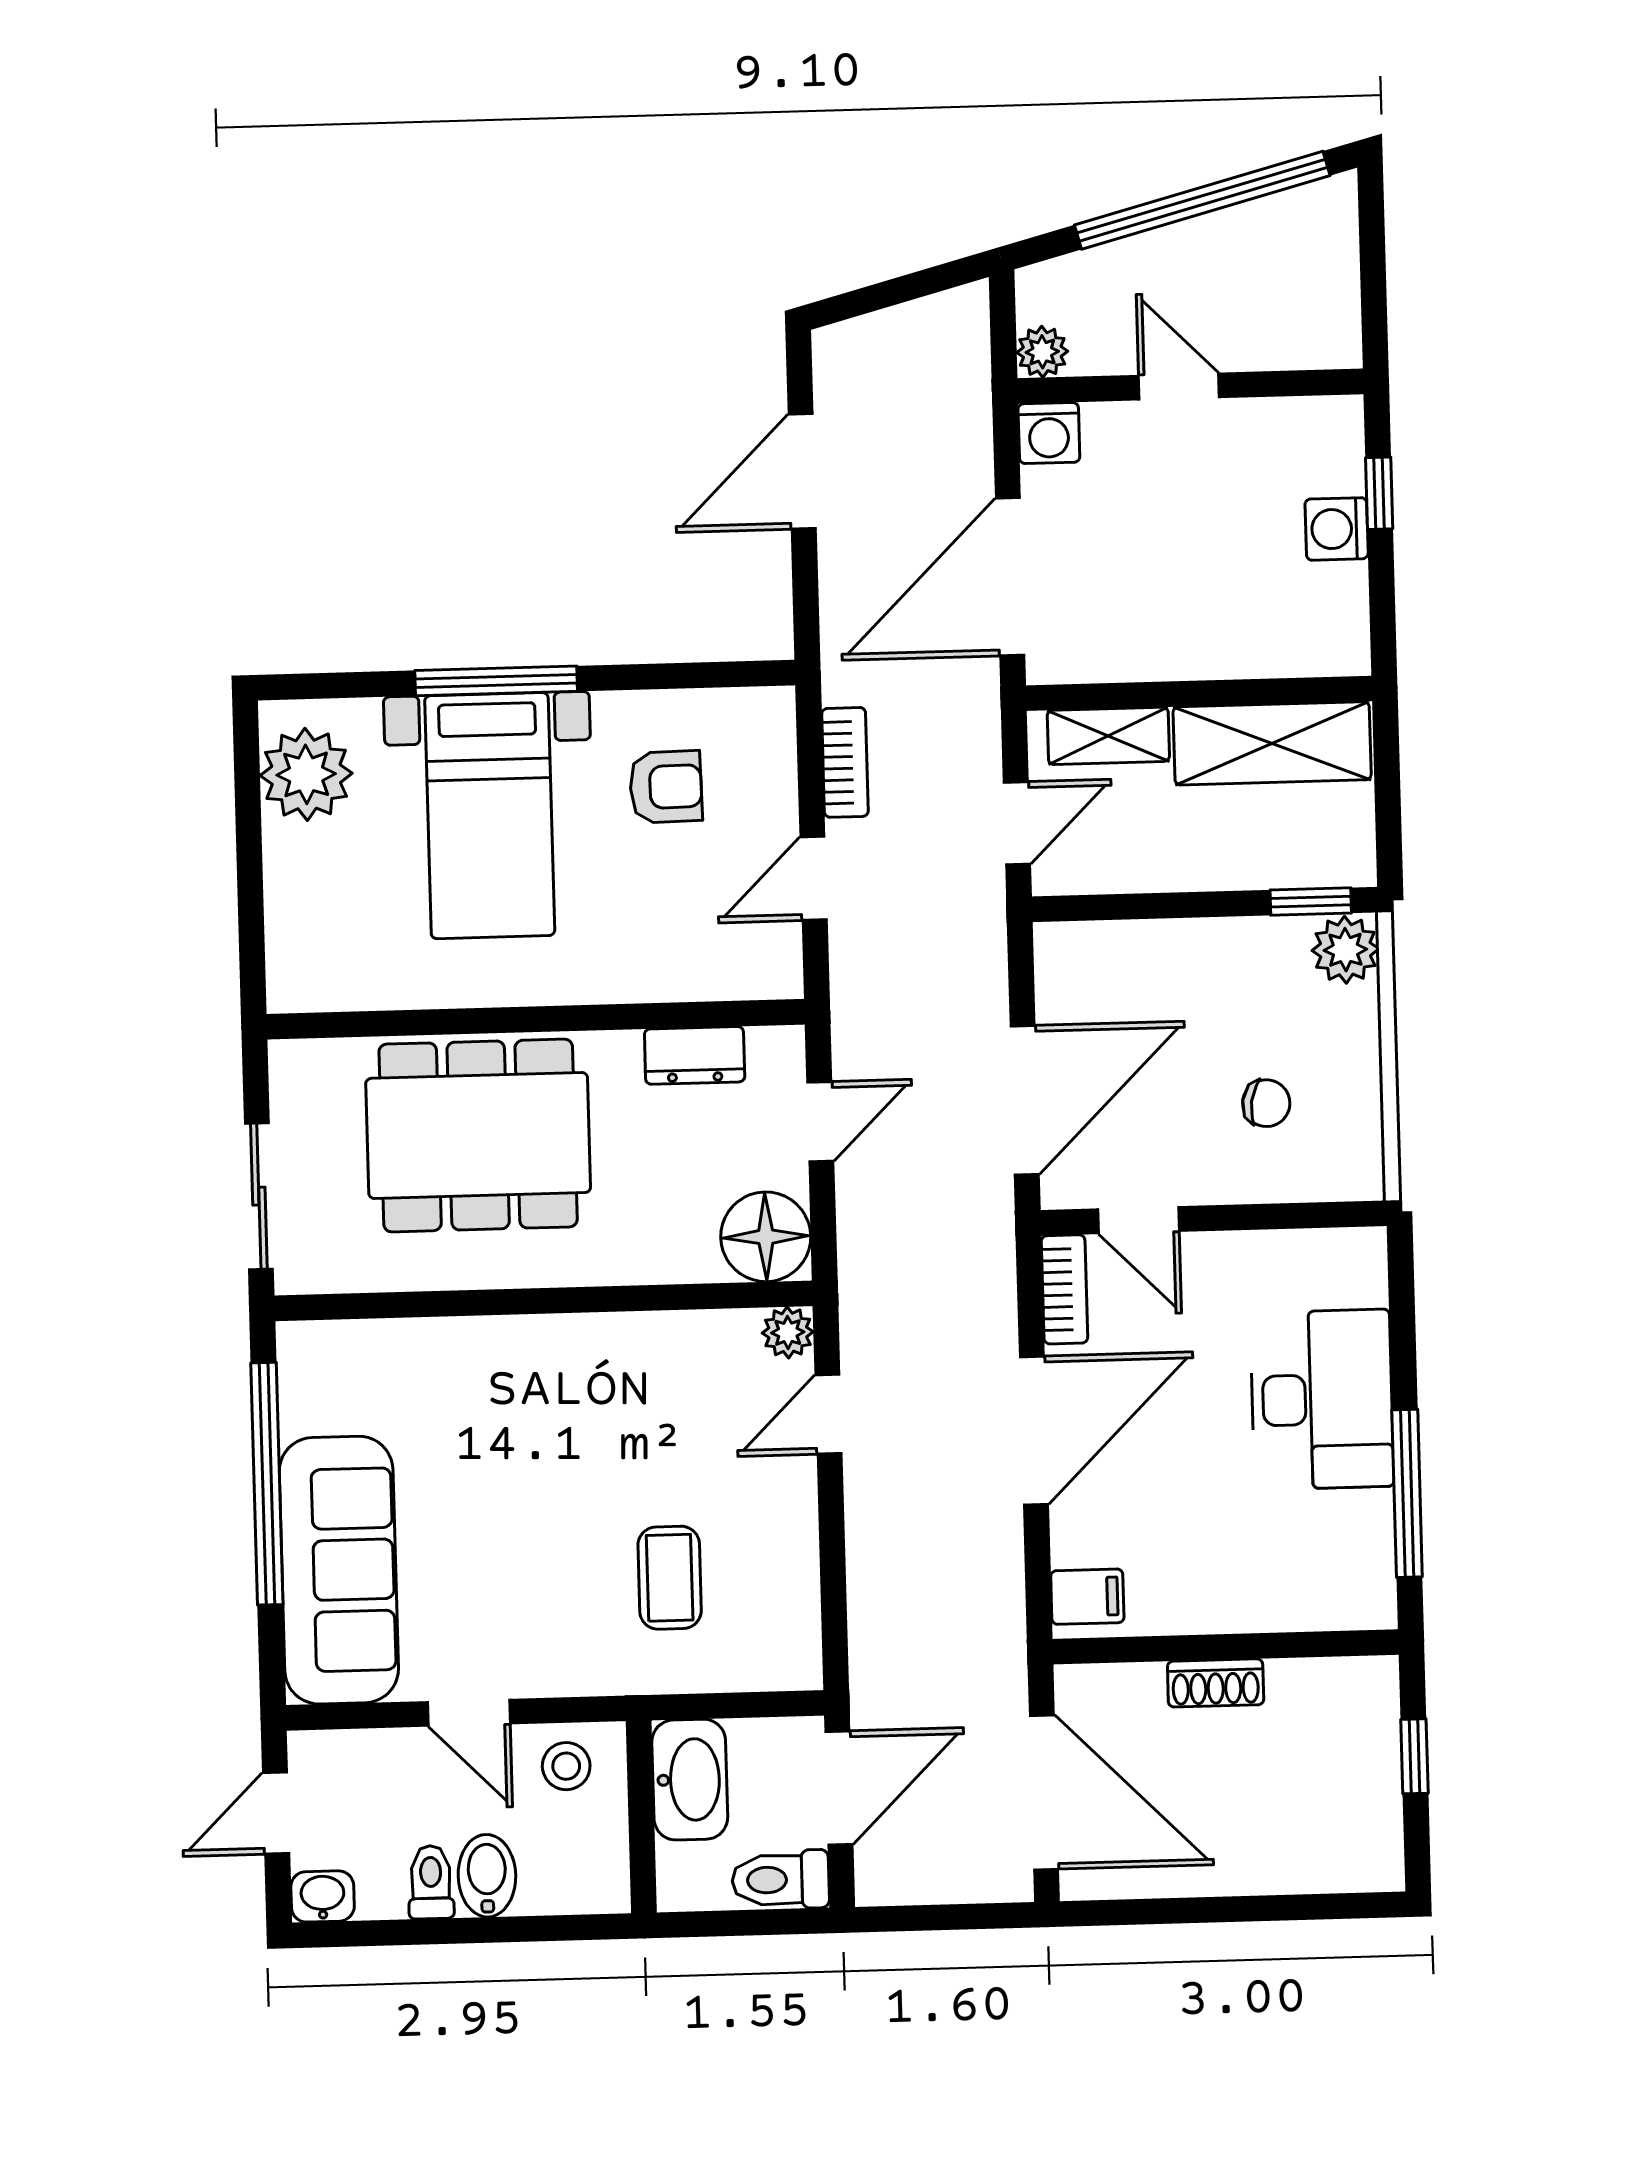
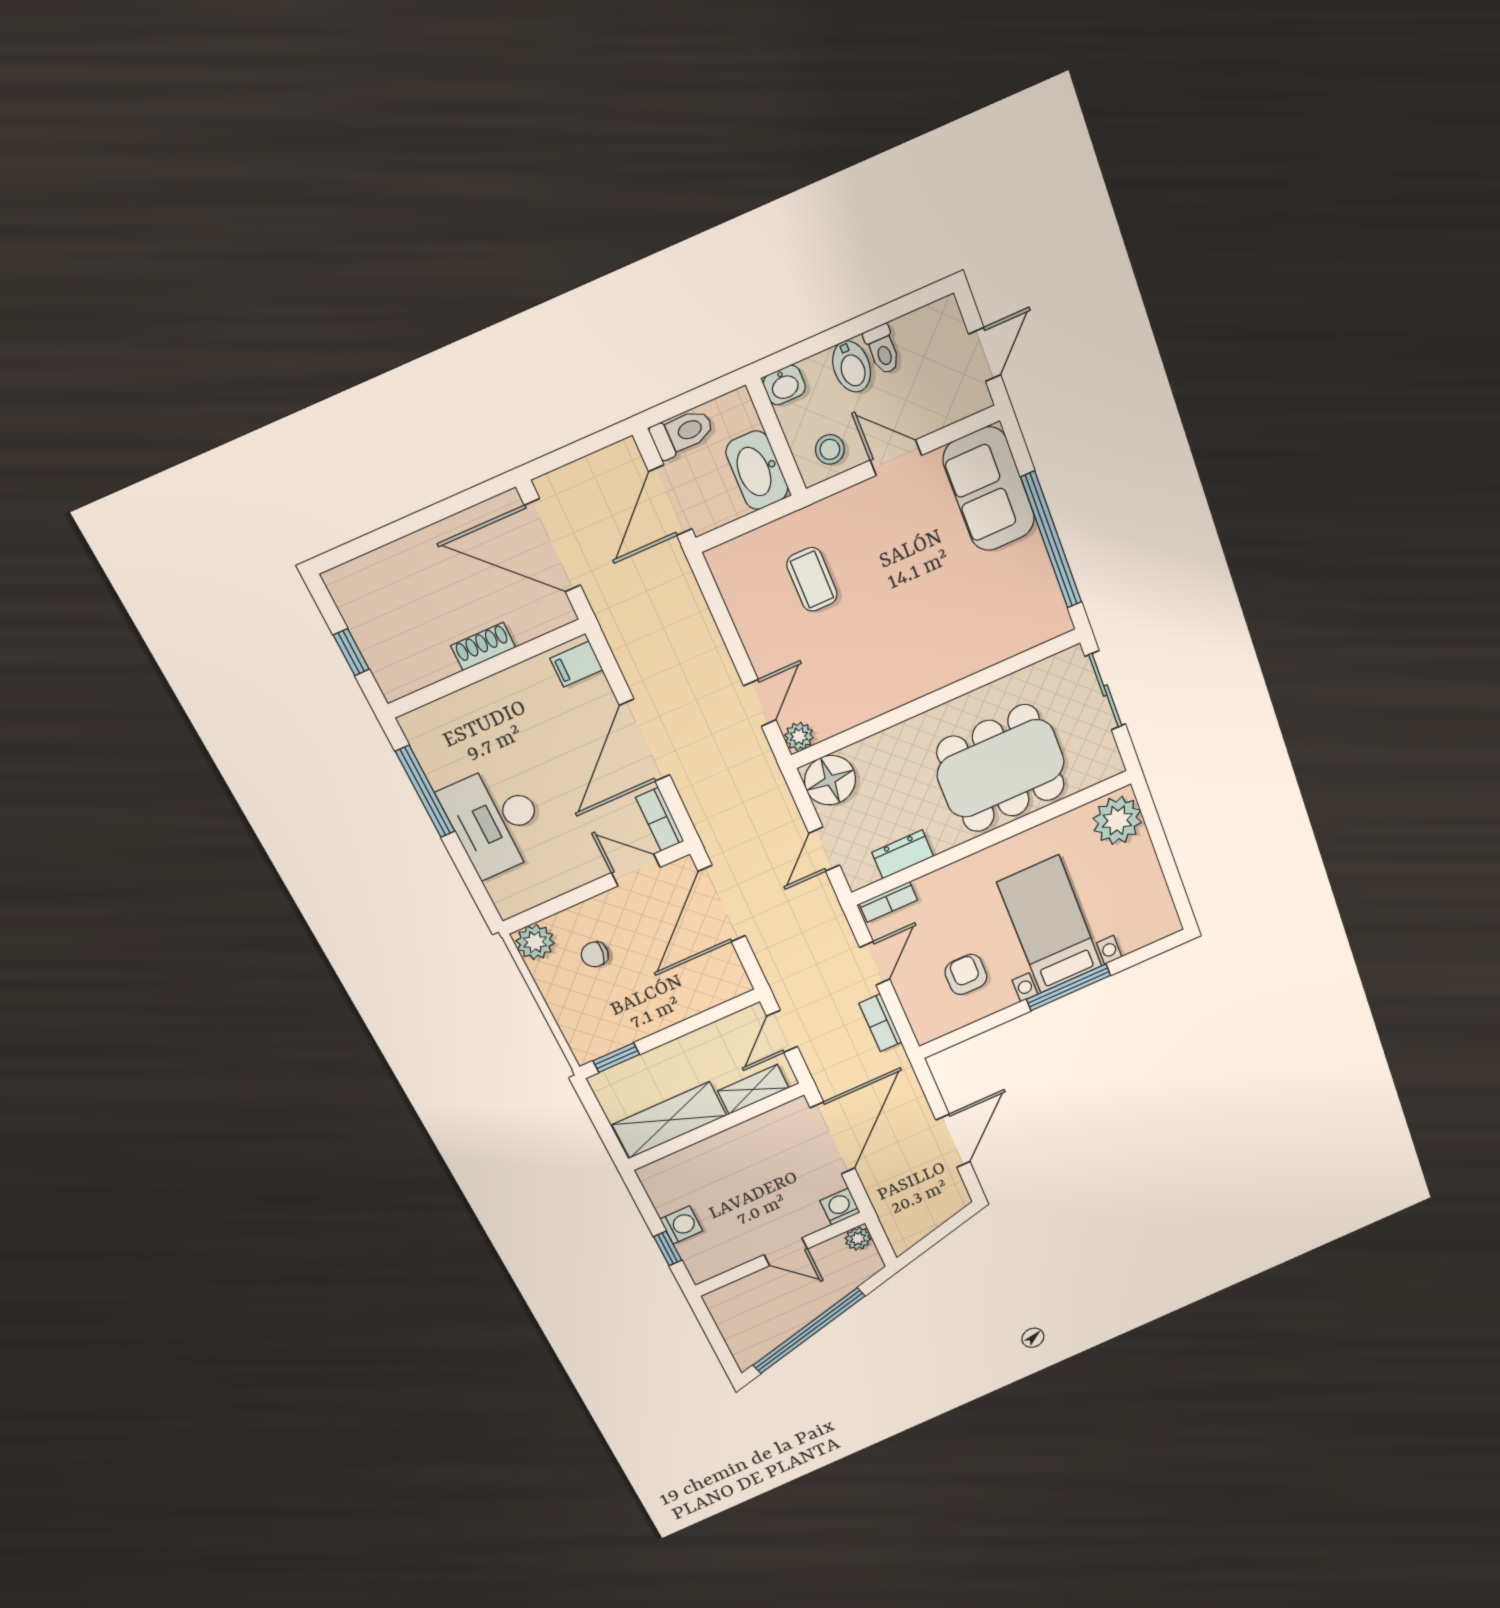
plant: (306, 774) -> (1117, 820), moved
armchair: (666, 787) -> (966, 974), turned 91
plant: (1345, 950) -> (535, 942), moved
bookcase: (750, 981) -> (888, 902), added
sofa: (339, 1570) -> (989, 489), width x0.73
washbasin: (323, 1896) -> (784, 385), moved

